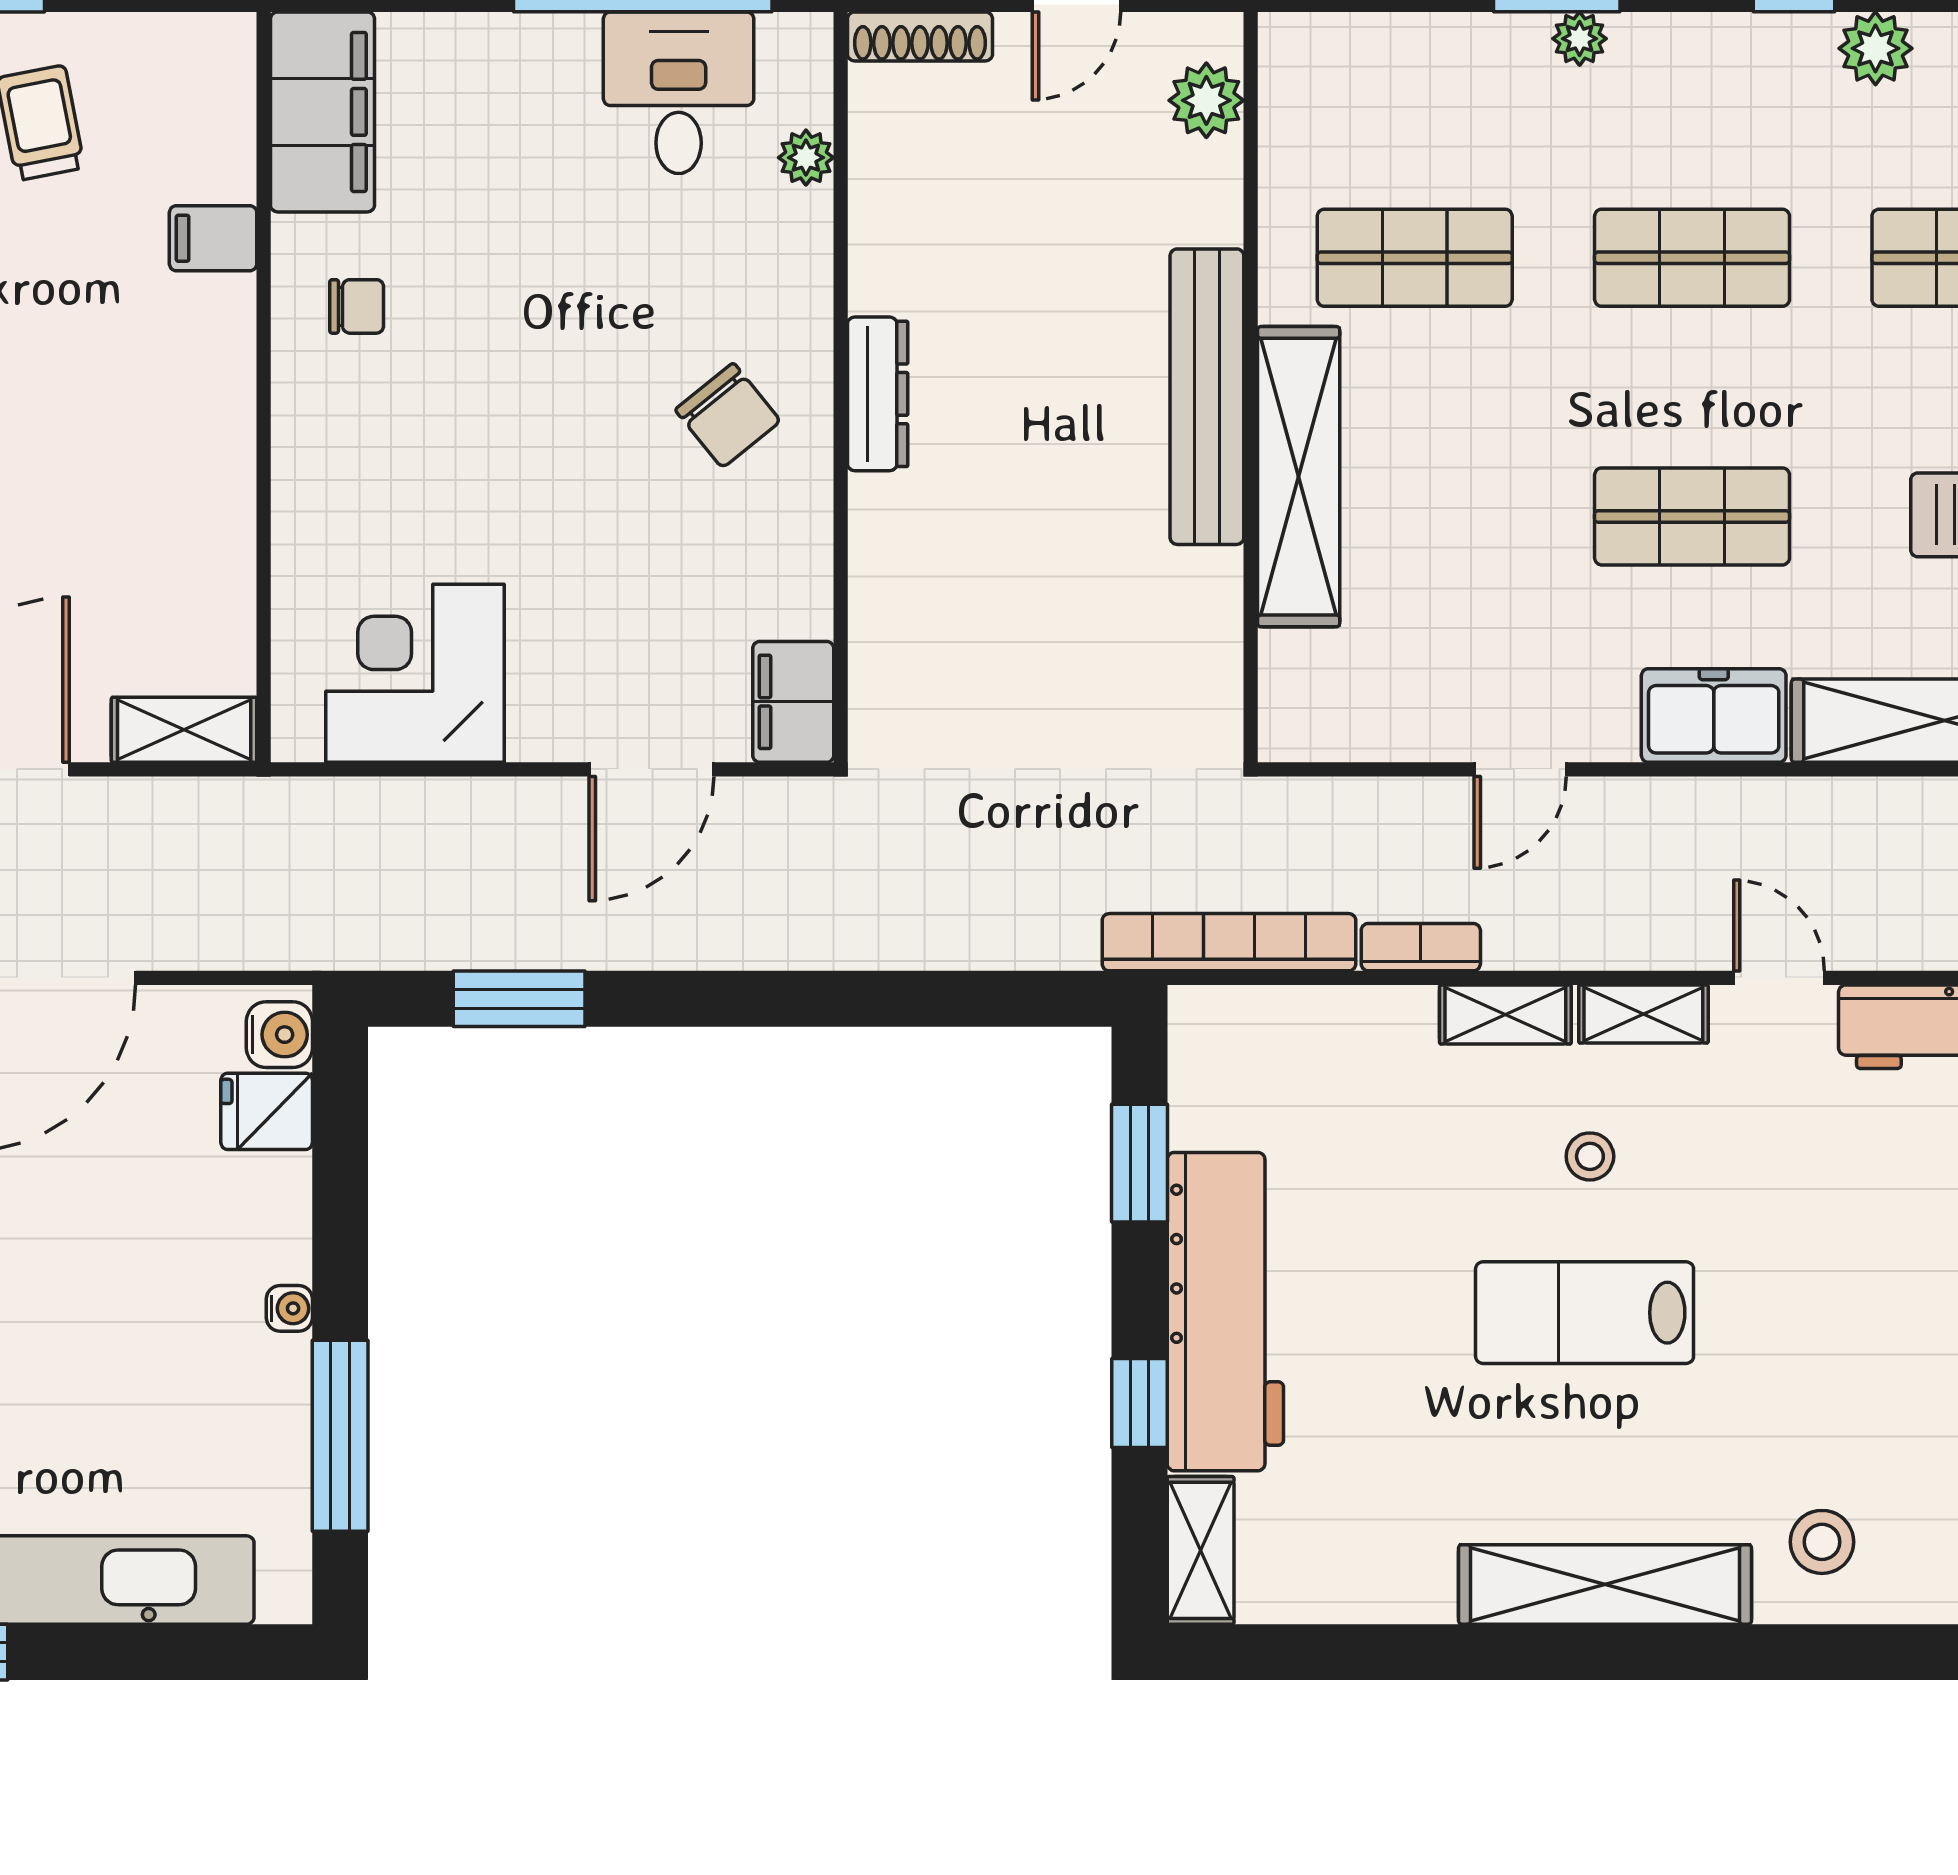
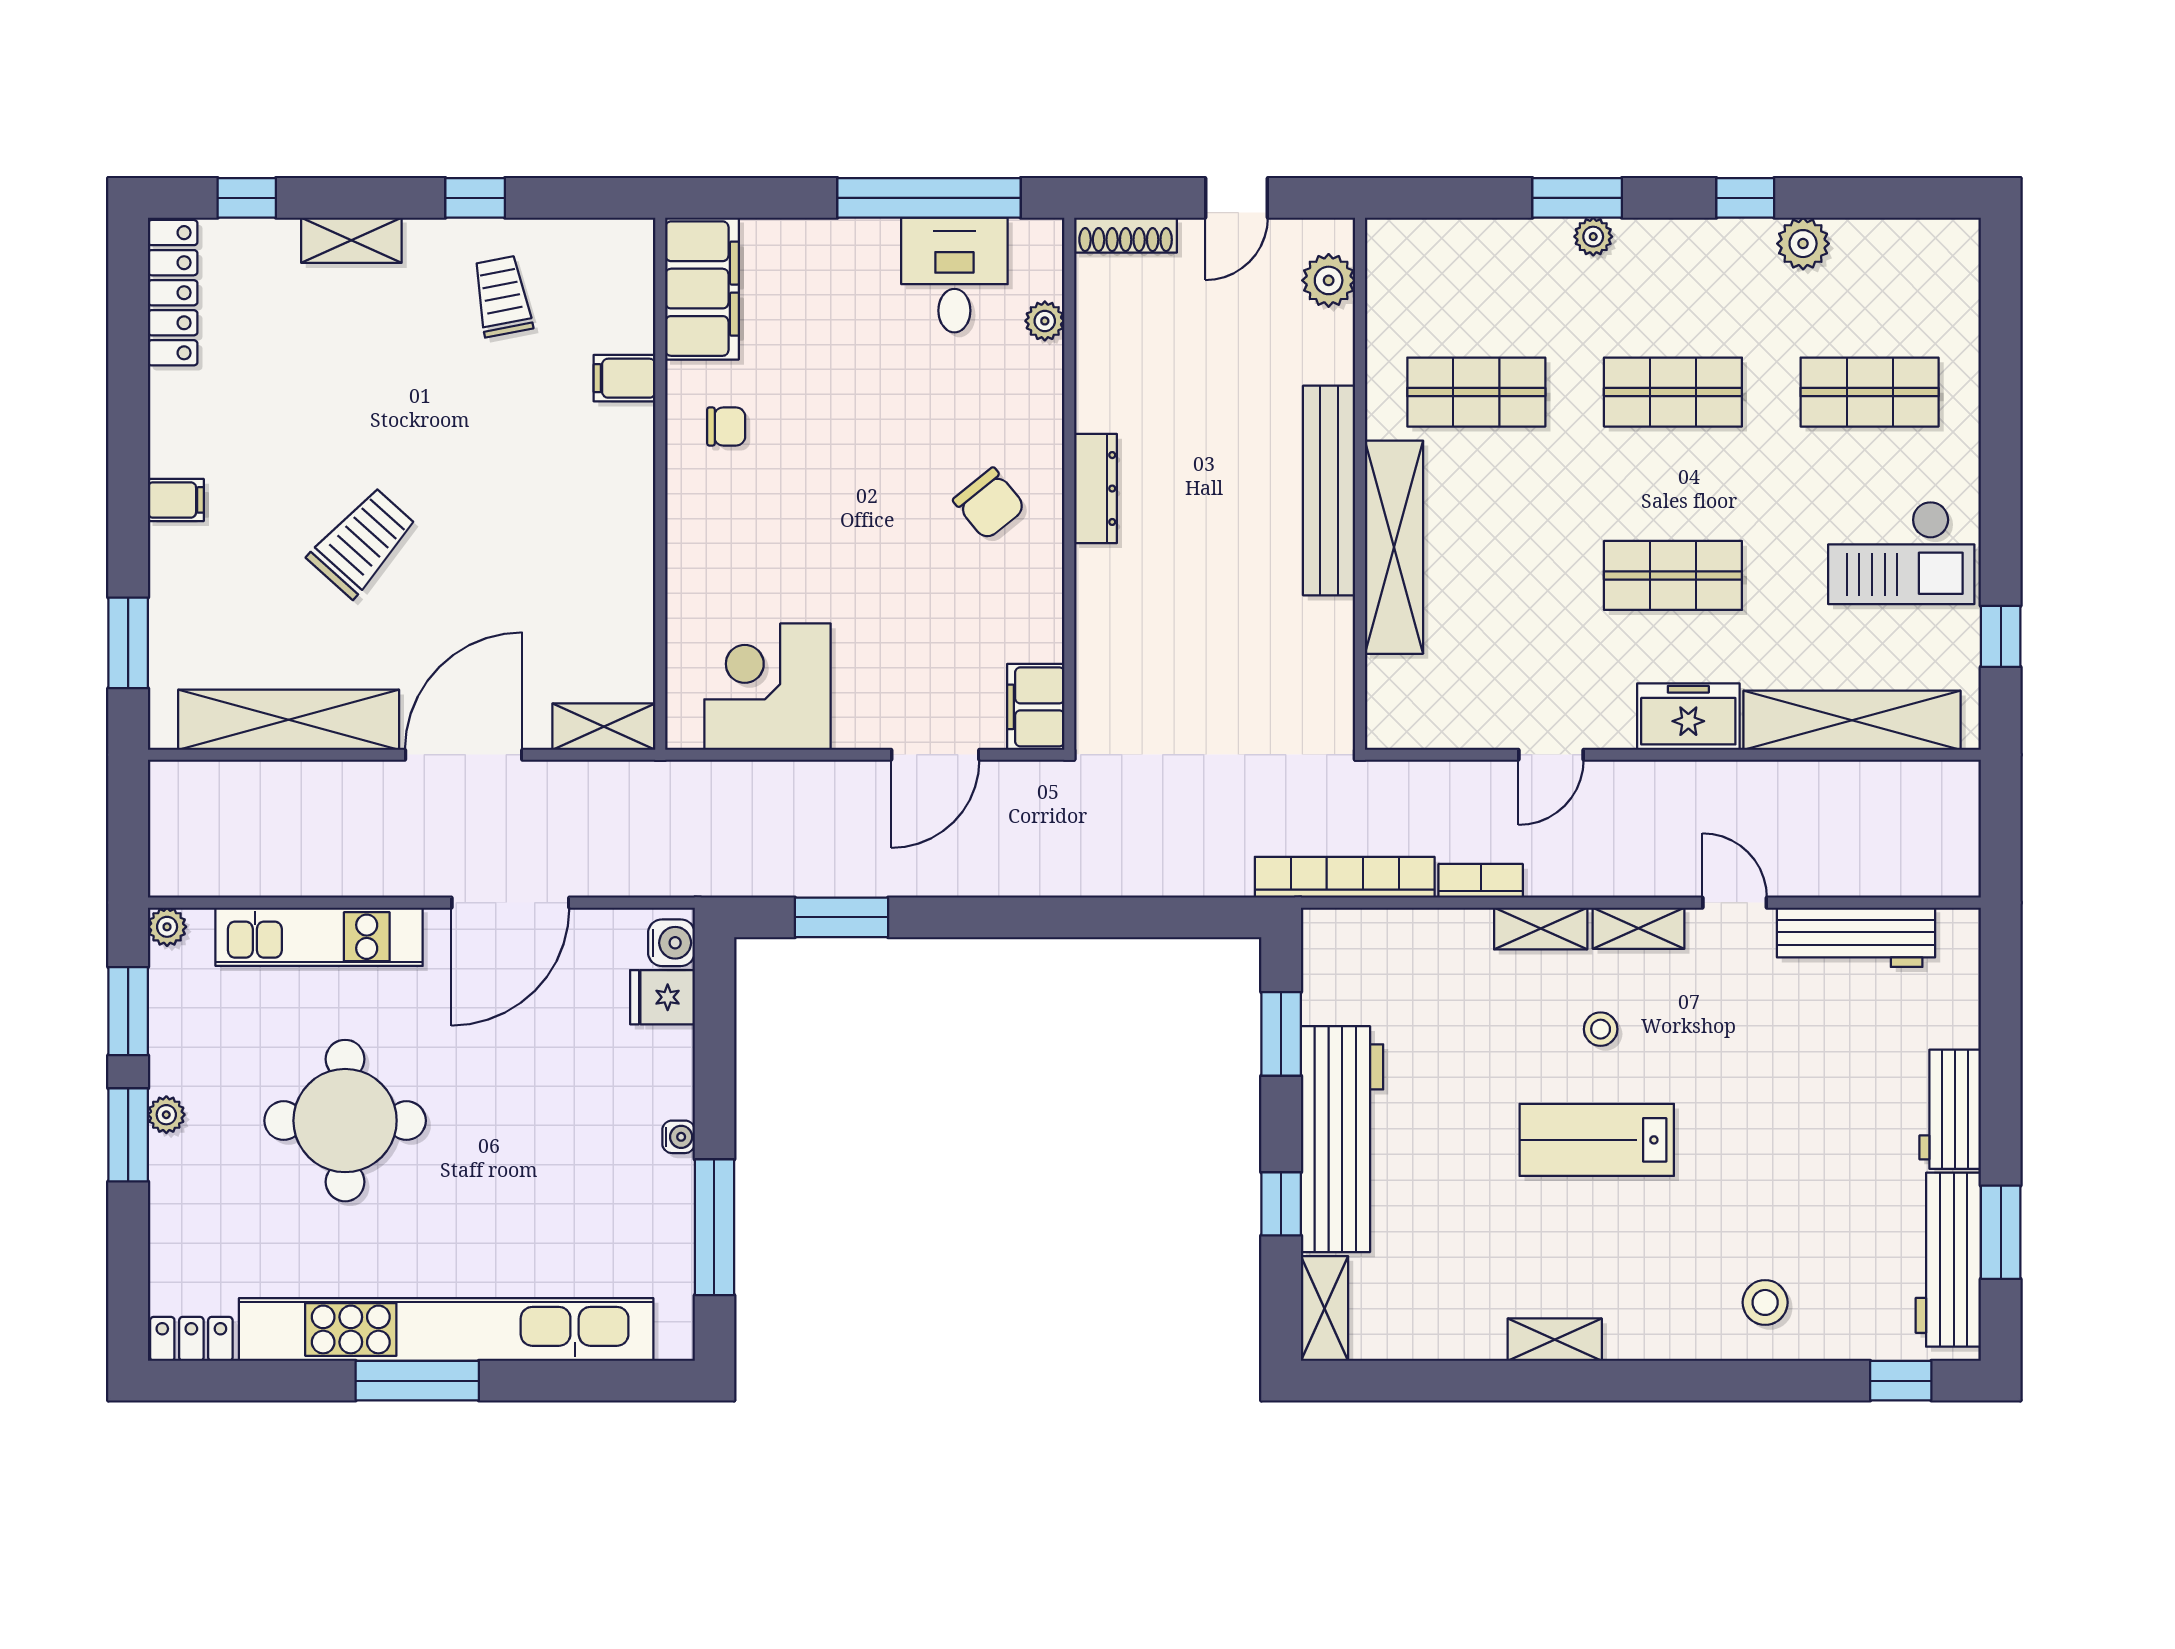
shelving: (1605, 1584) -> (1555, 1340), width x0.45, depth x0.75

